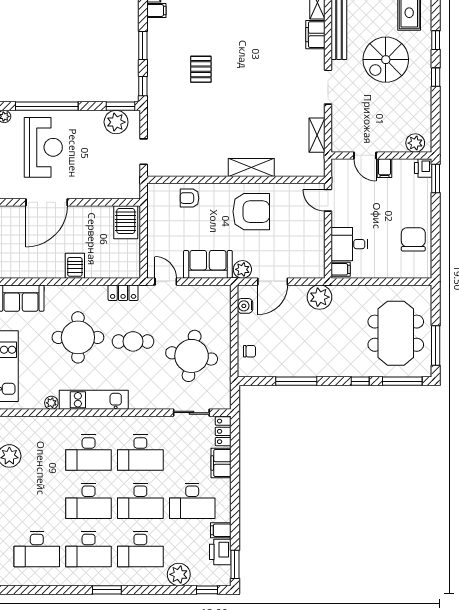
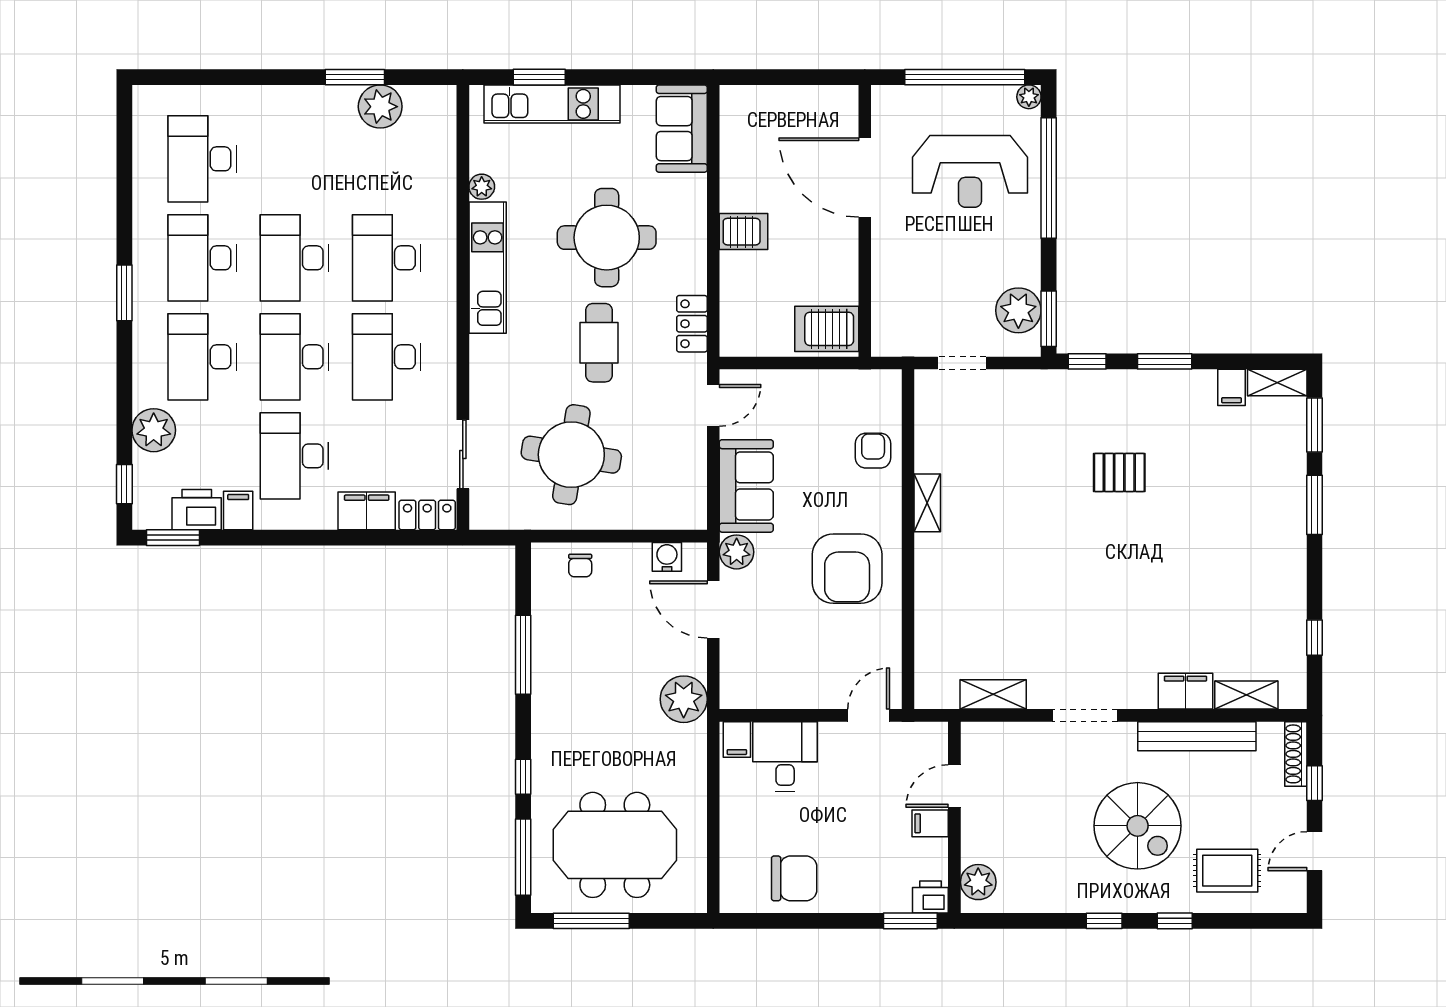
spiral stairs: (386, 60) -> (1138, 826), turned 180
shelving: (251, 167) -> (927, 503), moved, width x0.67, depth x0.75

